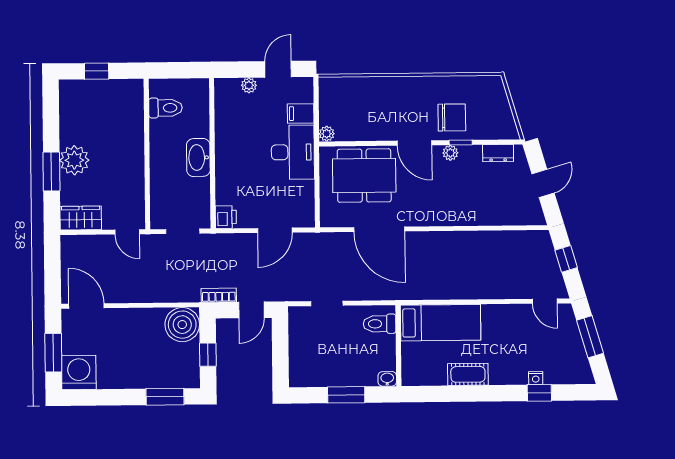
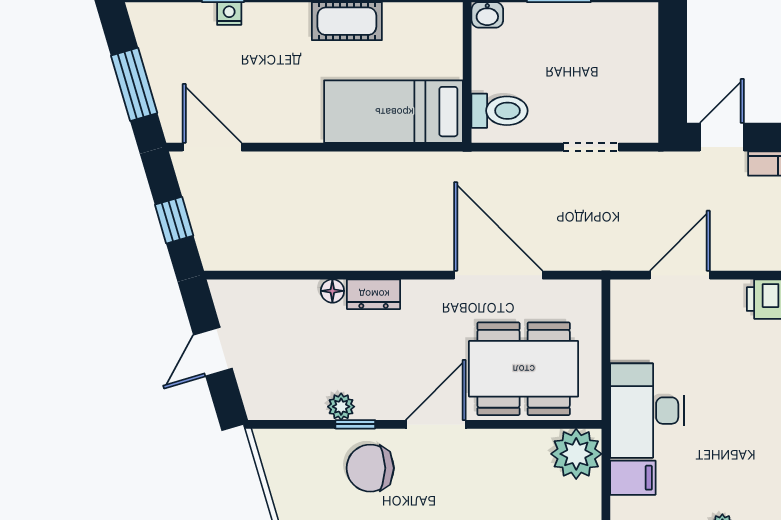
plant: (327, 134) -> (576, 454), width x1.88, depth x1.88
door: (414, 143) -> (436, 424), hinge flipped
plant: (450, 153) -> (341, 407), moved
dresser: (498, 153) -> (374, 294), moved, turned 180
floor lamp: (475, 219) -> (332, 291), added
door: (545, 301) -> (212, 147), width x1.38

